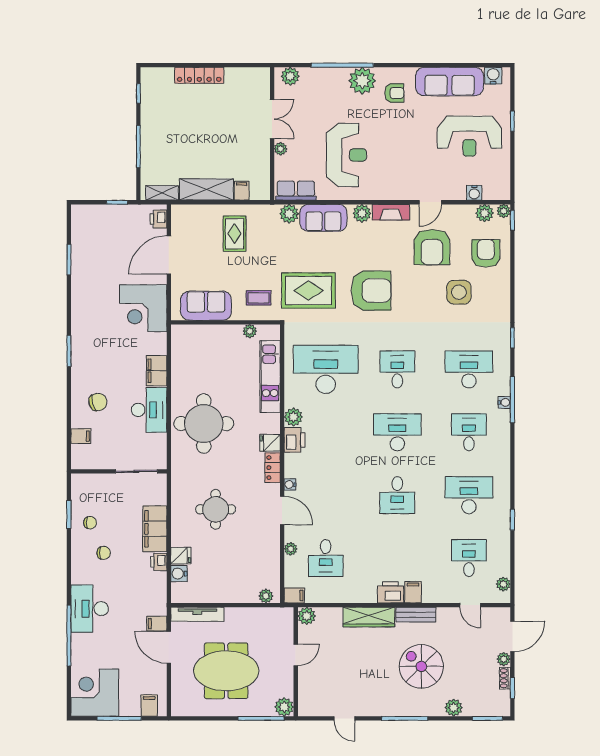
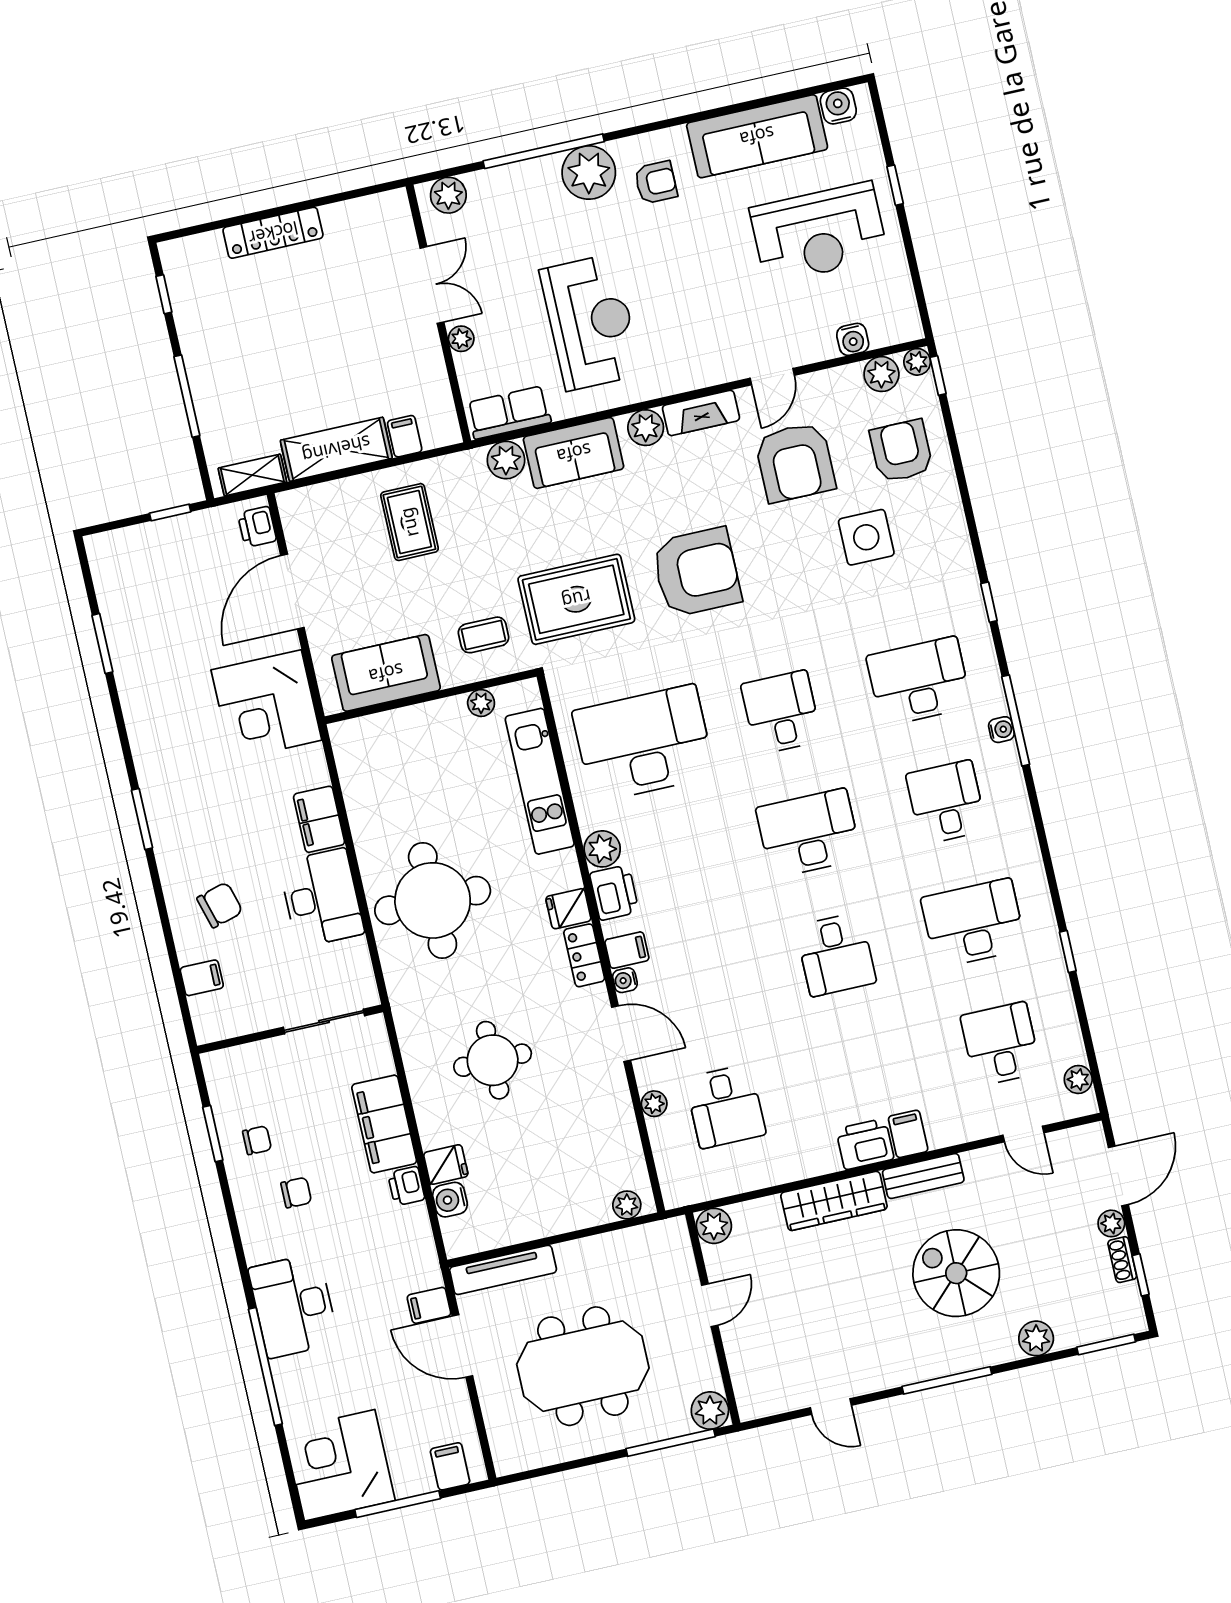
filing cabinet: (294, 595) -> (627, 950), moved

